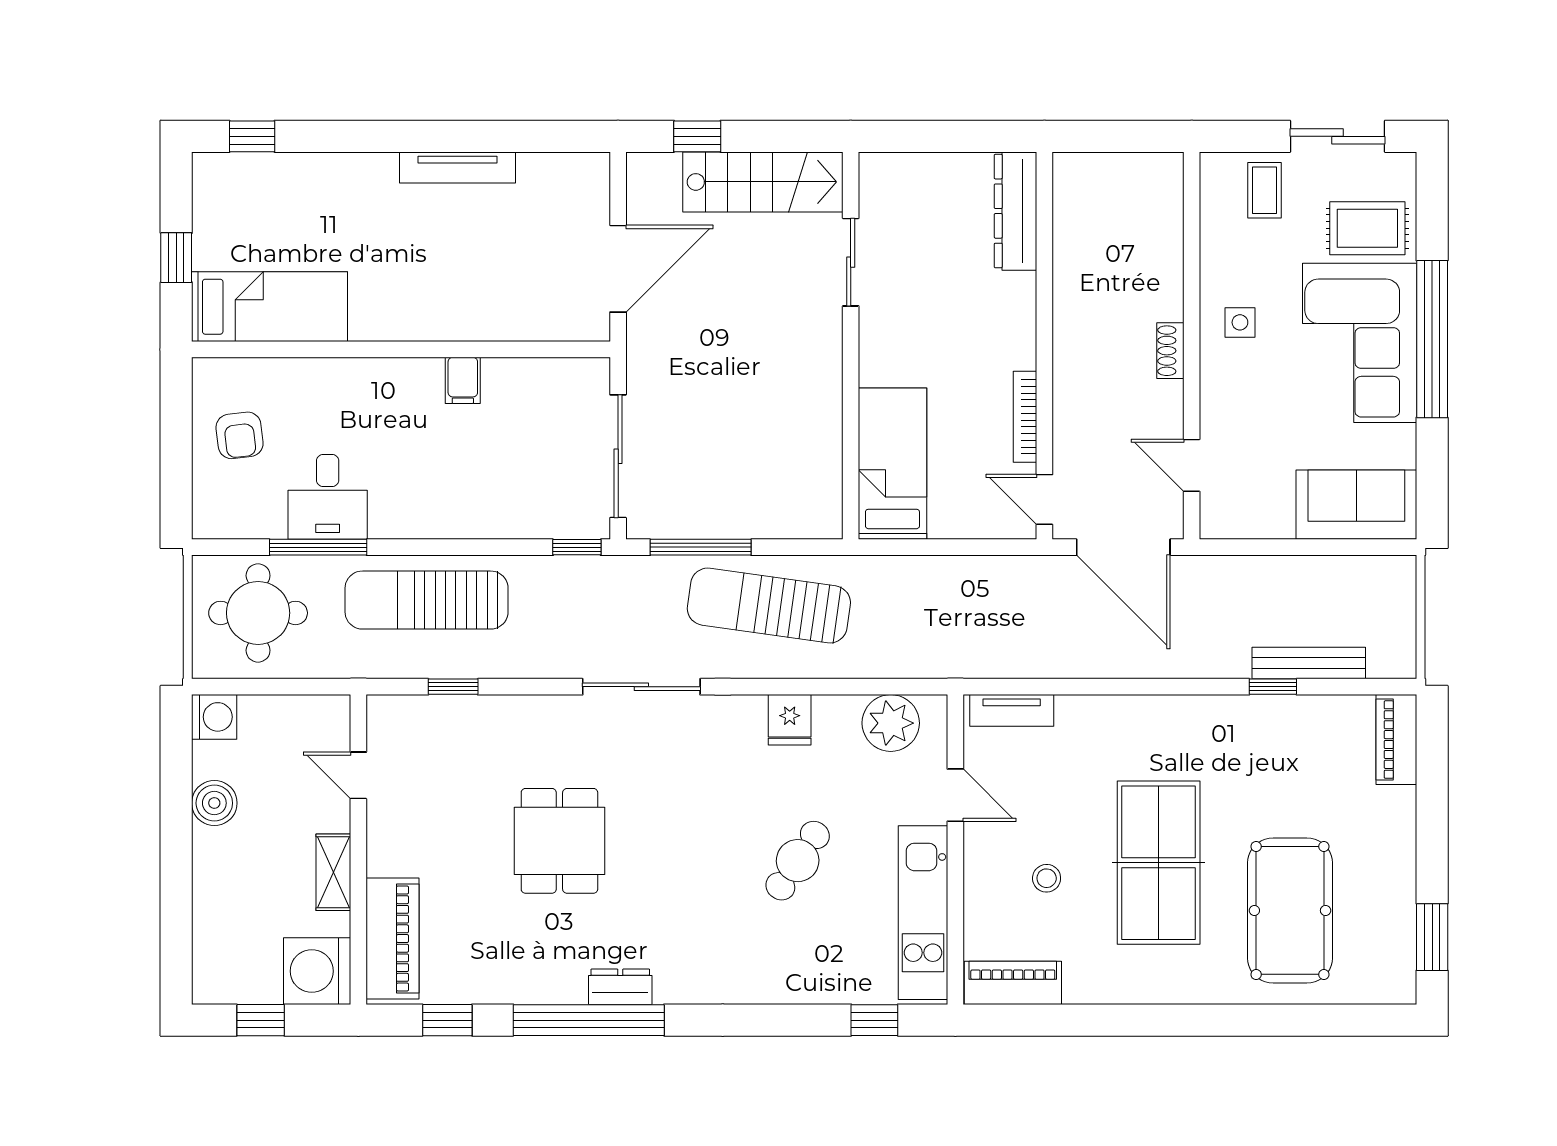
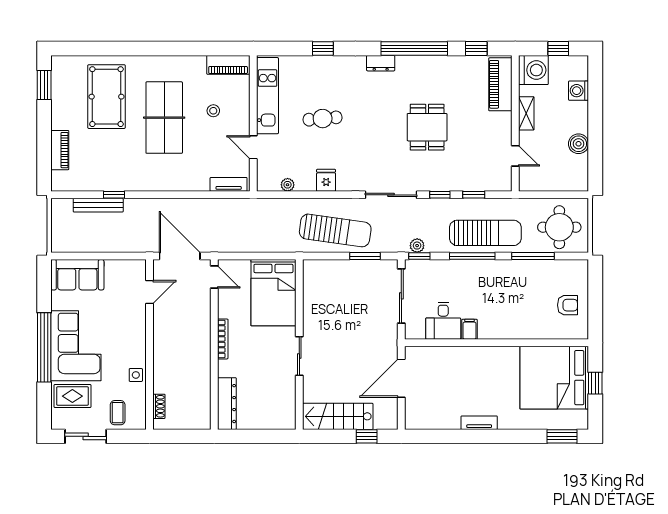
window: (252, 136) -> (562, 436), width x1.50
tv unit: (458, 167) -> (479, 423), width x0.71
sliding door: (851, 262) -> (299, 356), moved
bed: (270, 307) -> (554, 378), width x2.04
side table: (1240, 322) -> (136, 375), moved
shoe rack: (1170, 351) -> (159, 406), moved
bookcase: (1025, 417) -> (223, 339), moved
armchair: (240, 435) -> (567, 305), turned 97
bed: (892, 464) -> (273, 293), width x1.50
door: (1192, 465) -> (150, 292), hinge flipped
desk: (328, 497) -> (443, 321), moved, turned 180
window: (456, 547) -> (472, 256), added
window: (701, 547) -> (365, 256), width x0.69
plant: (582, 571) -> (417, 246), added
window: (530, 687) -> (440, 195), added
washing machine: (214, 717) -> (579, 91), moved
plant: (891, 723) -> (288, 185), width x0.53, depth x0.53
piano: (1396, 740) -> (60, 150), moved
cafe table: (798, 861) -> (323, 119), turned 51
dresser: (620, 987) -> (381, 63), moved
window: (874, 1020) -> (323, 49), moved

